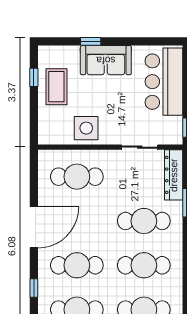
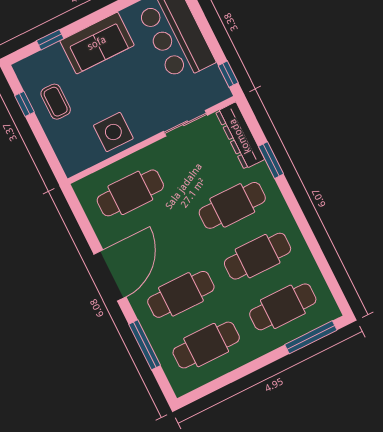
window: (91, 41) -> (50, 40), moved
coffee table: (56, 87) -> (56, 102), width x0.73, depth x0.77
window: (34, 288) -> (145, 345), width x2.17

